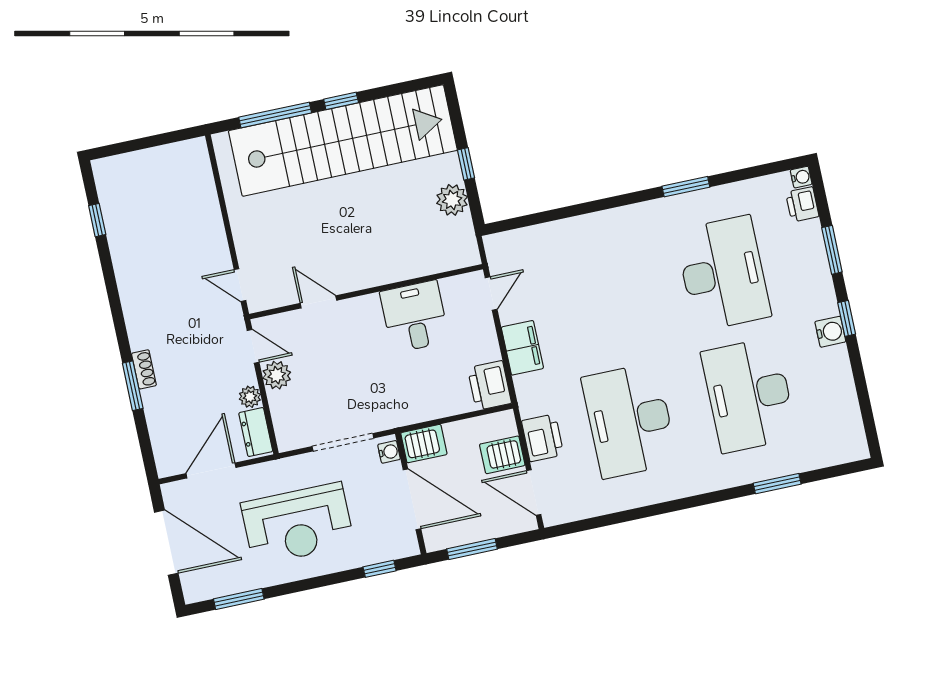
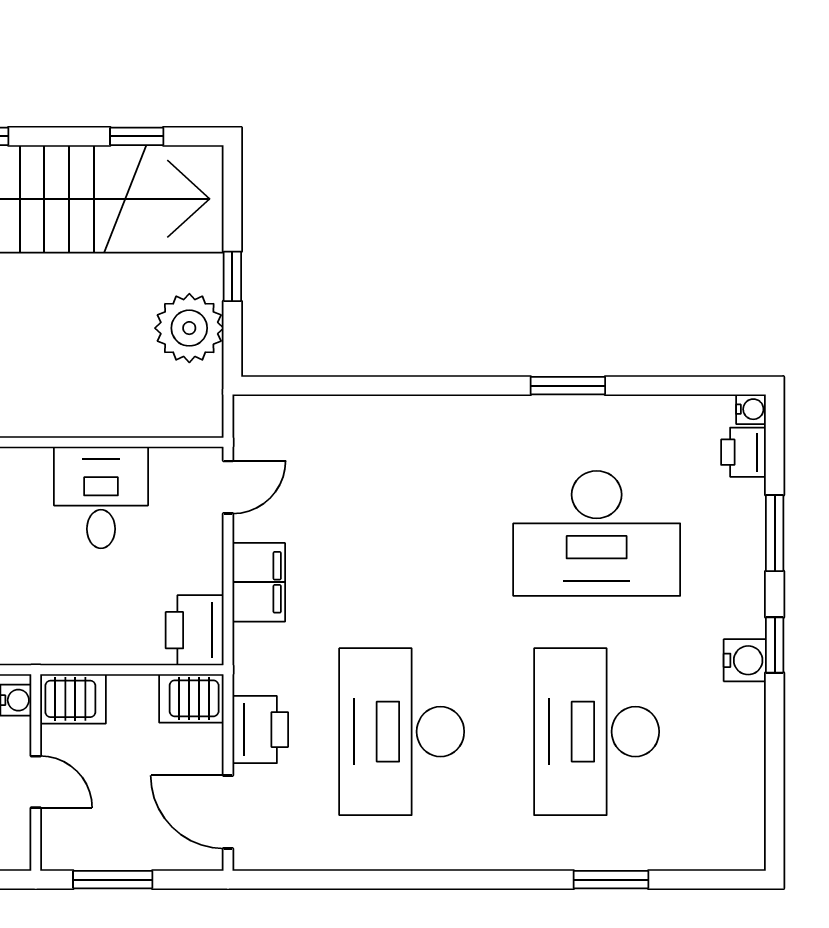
window: (341, 101) -> (137, 136), moved
plant: (452, 200) -> (189, 328), width x1.36, depth x1.36
desk: (723, 273) -> (597, 533), turned 90
server rack: (502, 455) -> (191, 698), moved
door: (412, 499) -> (36, 782), width x0.53

